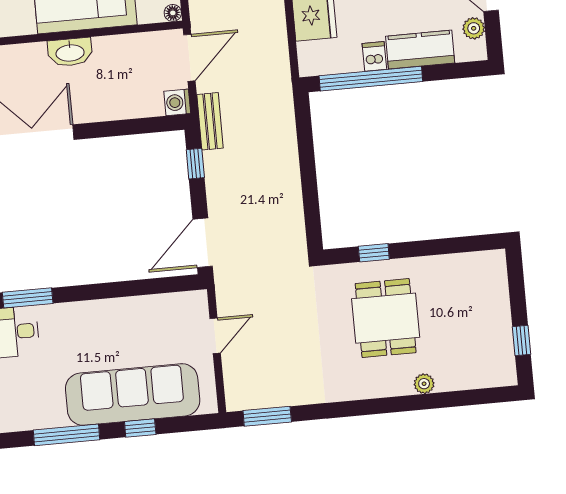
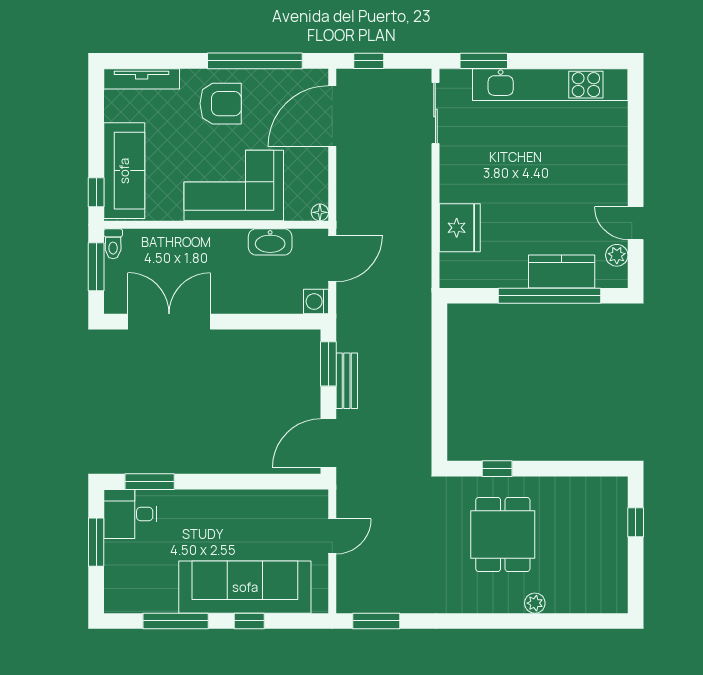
washbasin: (70, 52) -> (270, 242), moved
dishwasher: (374, 56) -> (516, 274), removed
window: (371, 79) -> (549, 296), moved
bench: (210, 121) -> (347, 381), moved
window: (195, 164) -> (328, 364), width x1.50
window: (522, 340) -> (636, 522), moved

